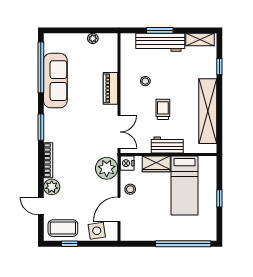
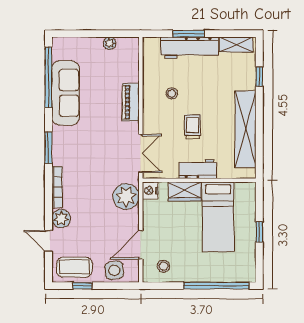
stool: (130, 189) -> (164, 266), moved

